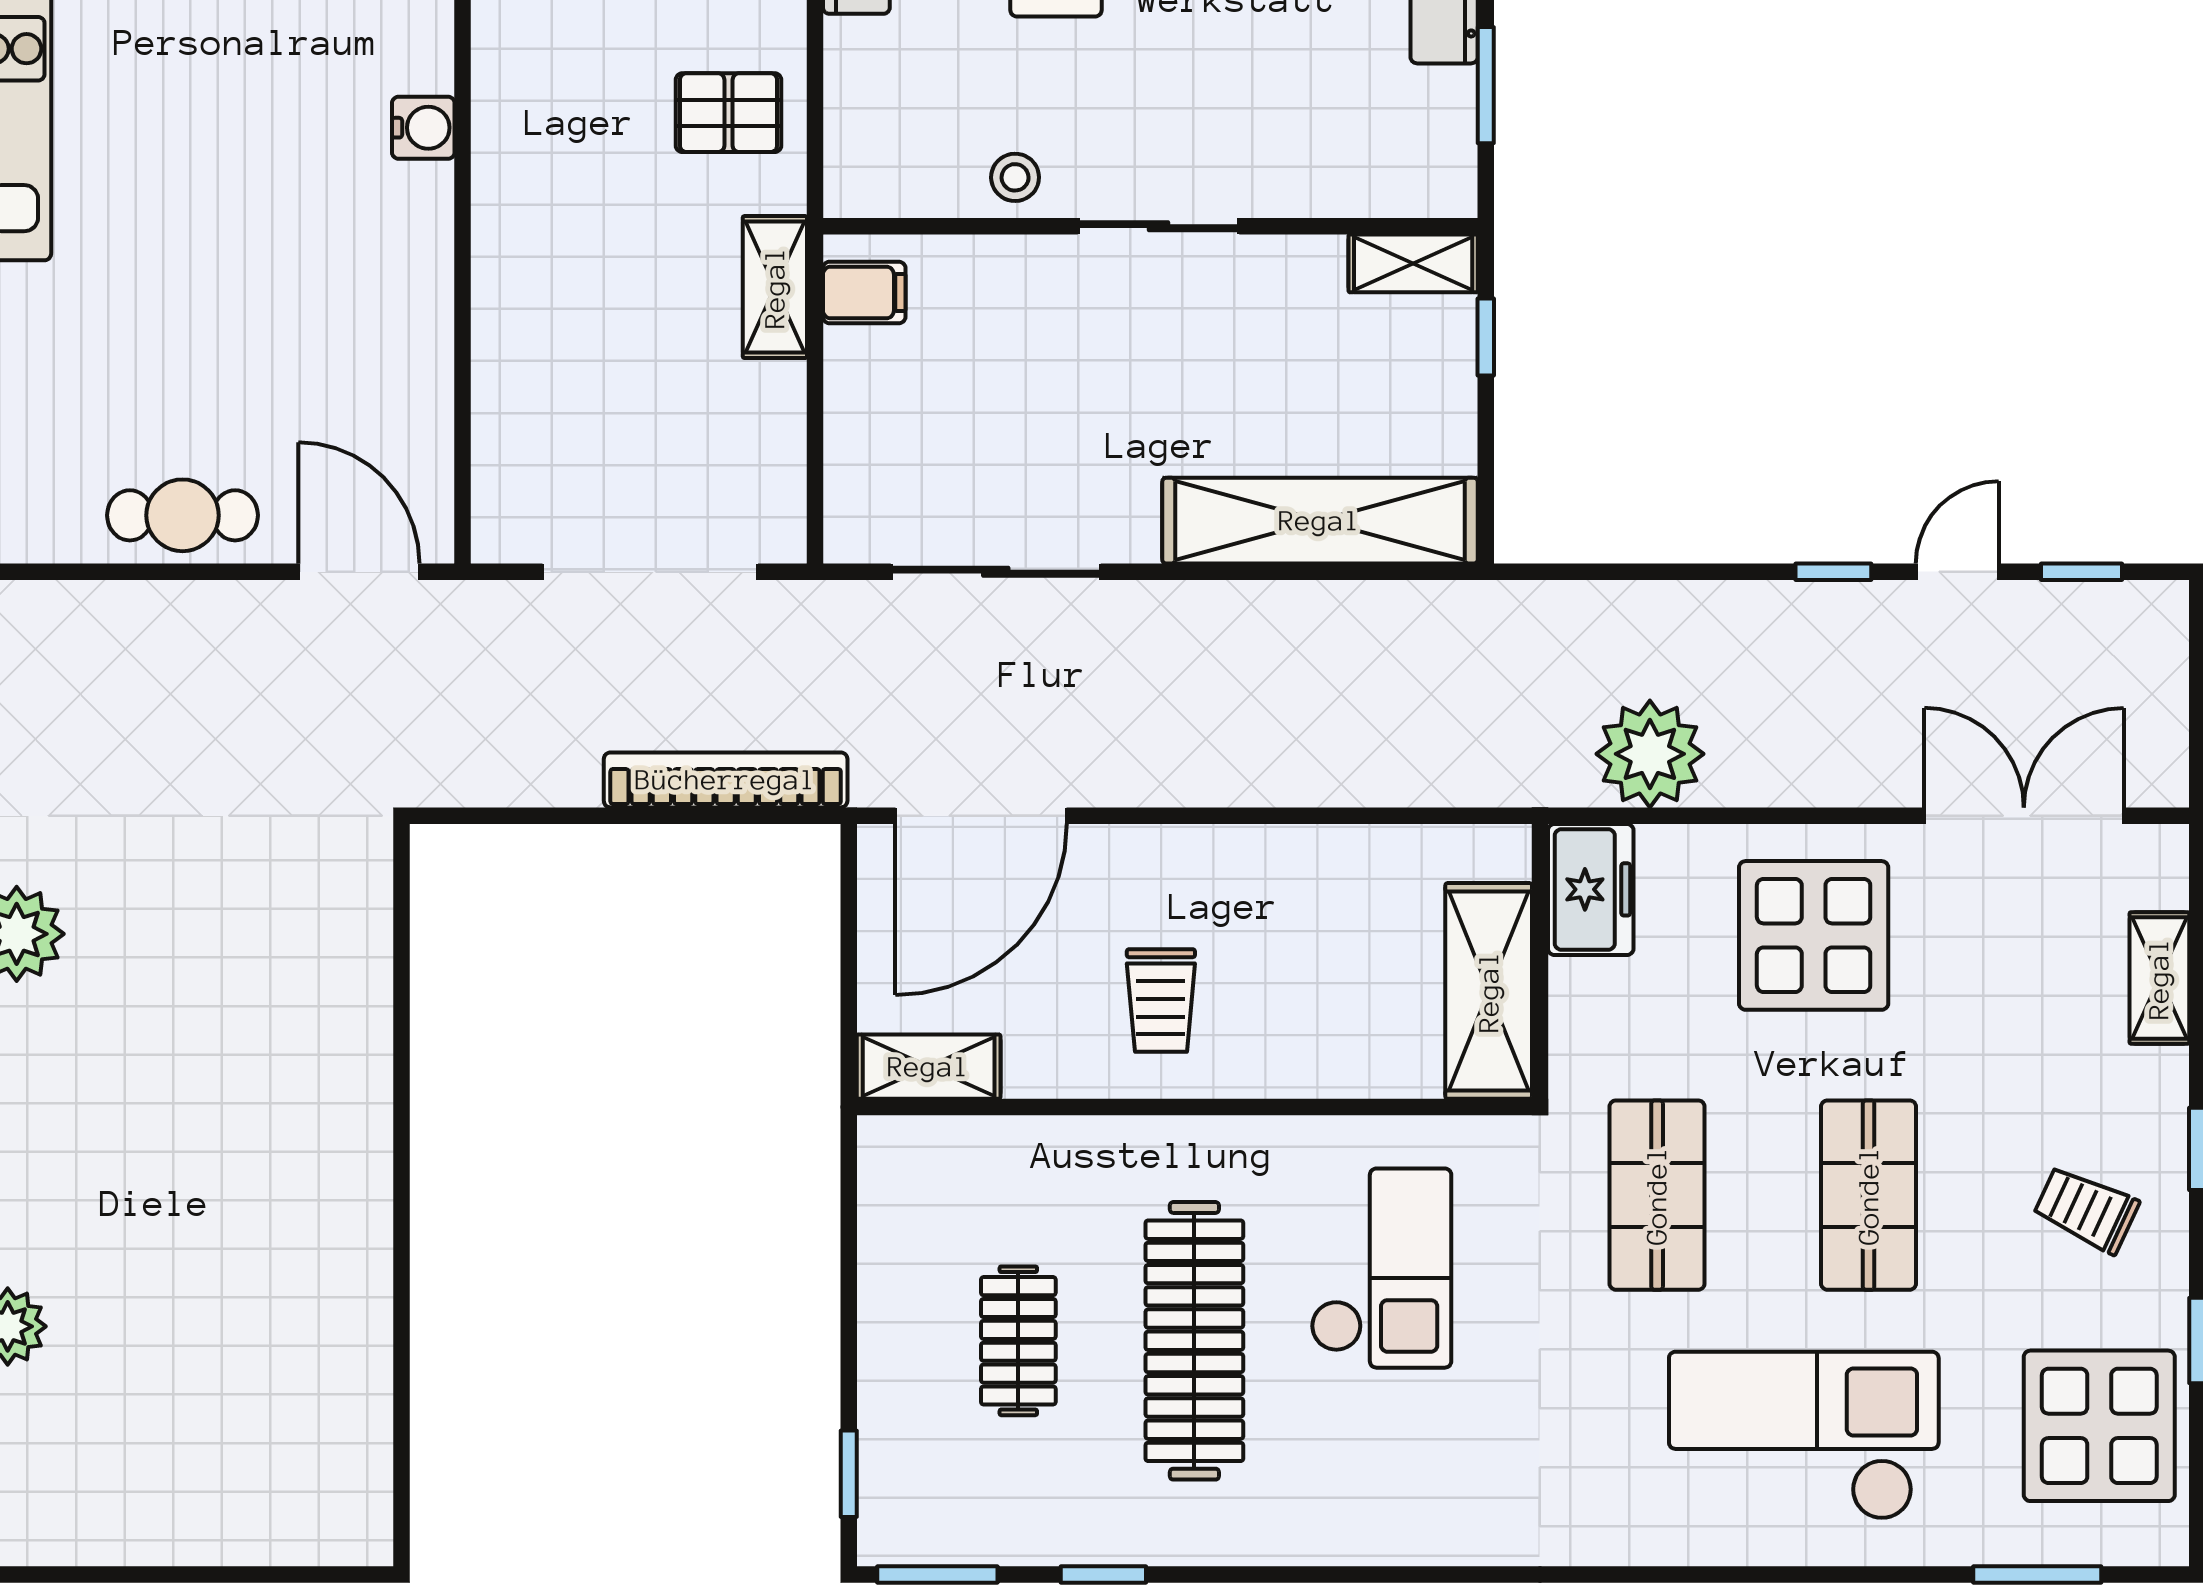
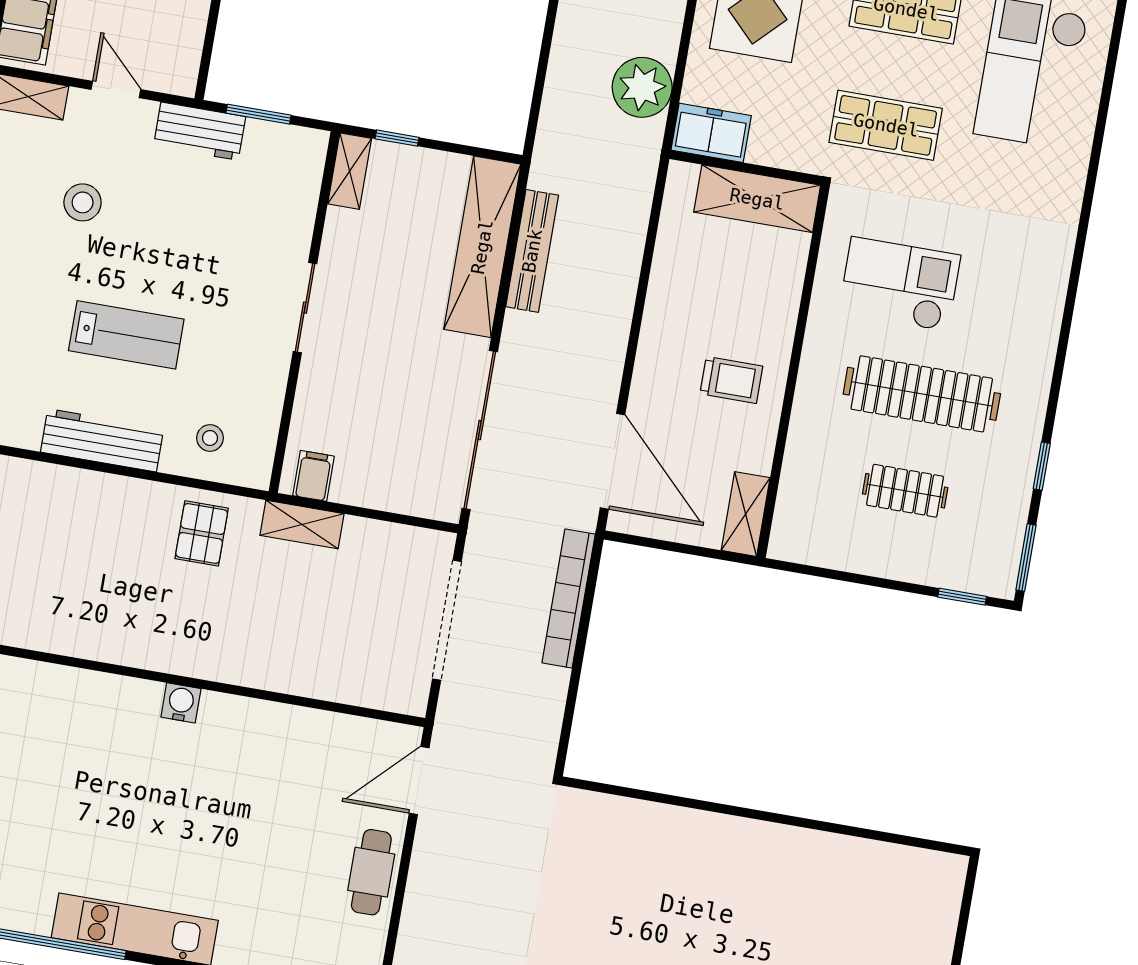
stool: (1015, 177) -> (210, 438), moved
sliding door: (996, 572) -> (480, 430), width x1.36
bench: (1328, 610) -> (532, 251), added

